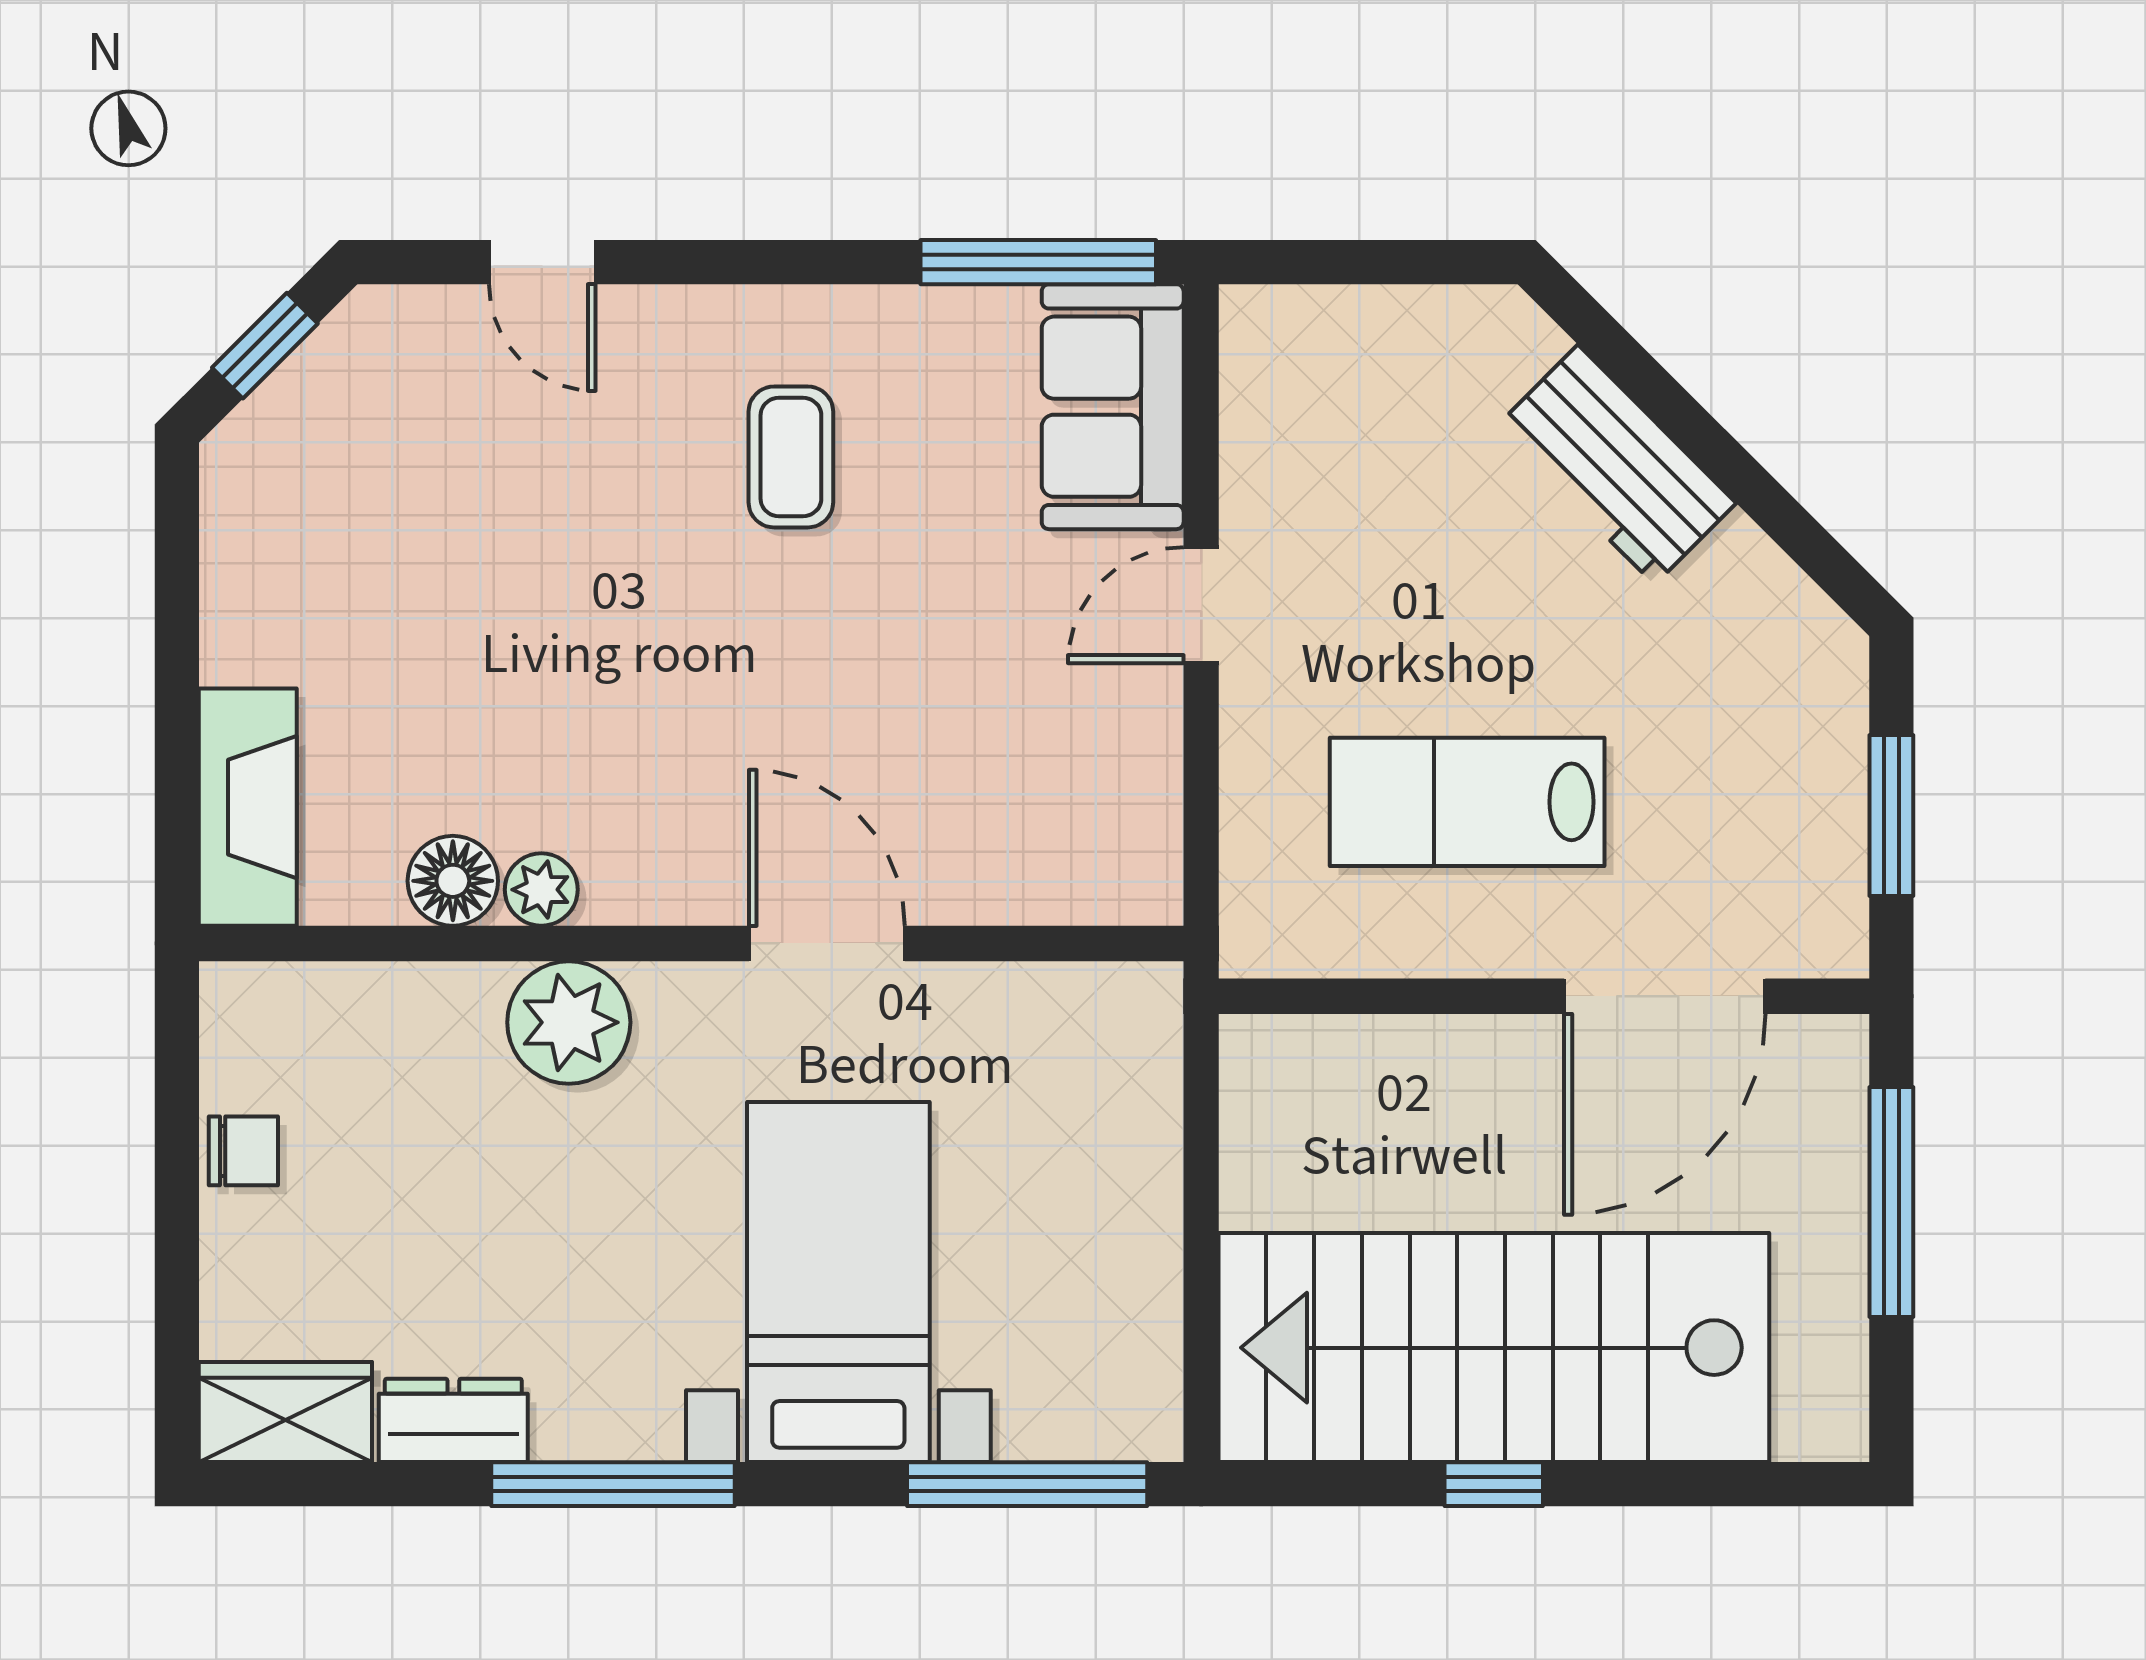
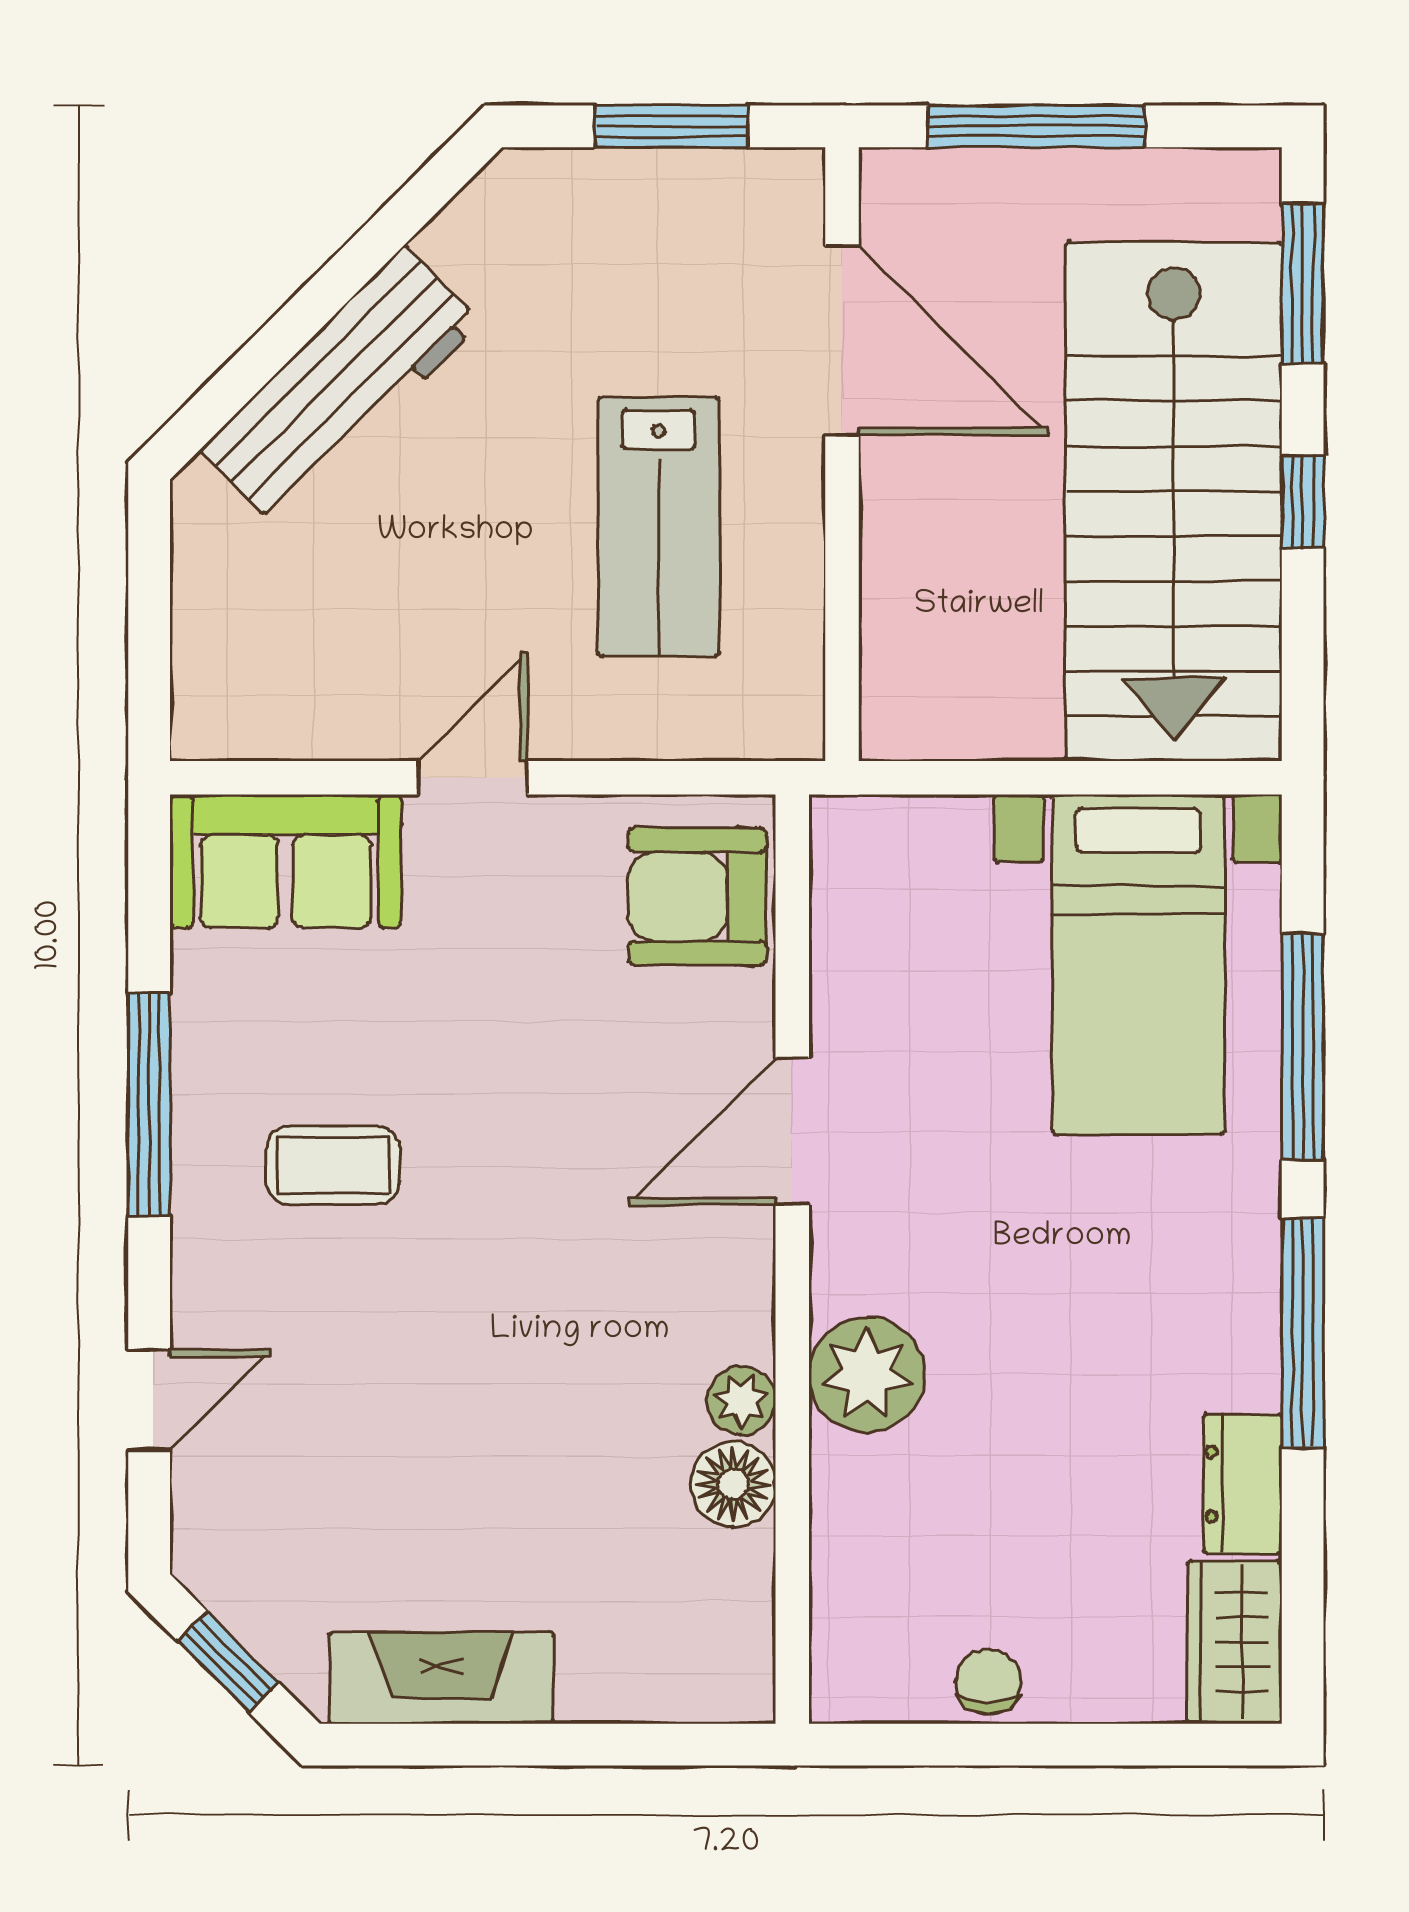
window: (1038, 262) -> (149, 1104), moved
workbench: (1616, 465) -> (340, 386), width x1.38
door: (1201, 605) -> (473, 778), swing flipped
fireplace: (248, 807) -> (441, 1678), moved
armchair: (1075, 843) -> (697, 897), added
bed with nightstands: (838, 1282) -> (1138, 964), moved, turned -90
window: (1027, 1484) -> (1303, 1047), moved
window: (1725, 1484) -> (1303, 283), added

